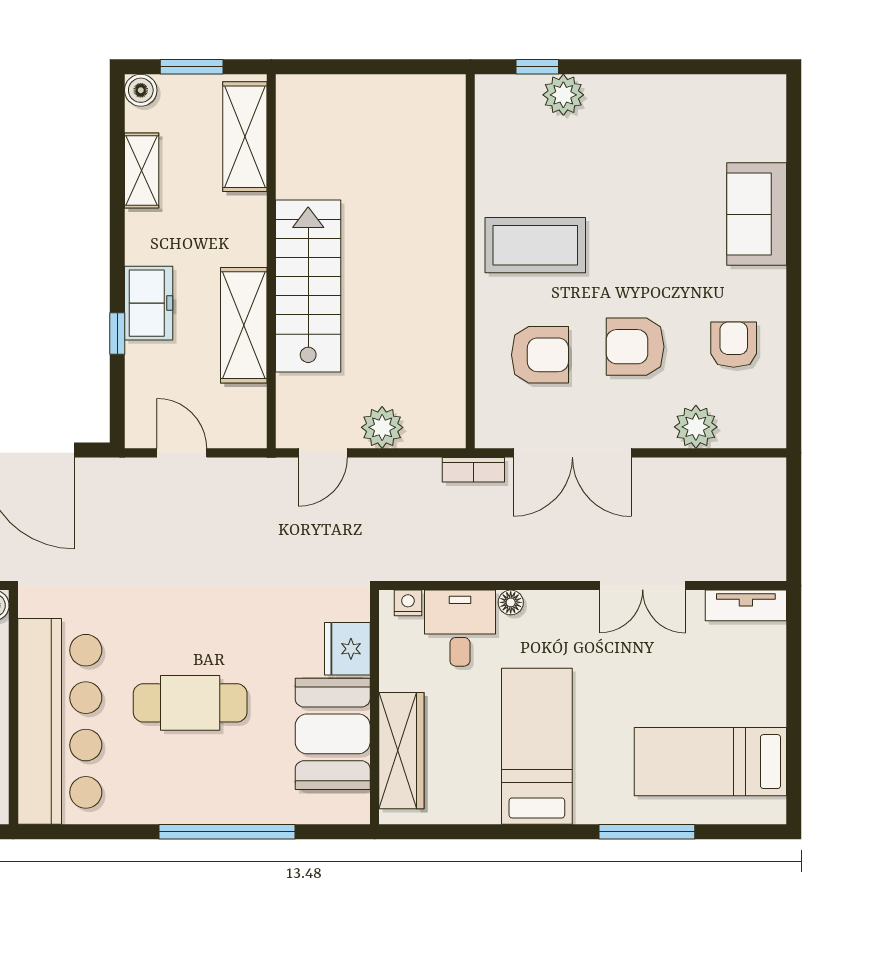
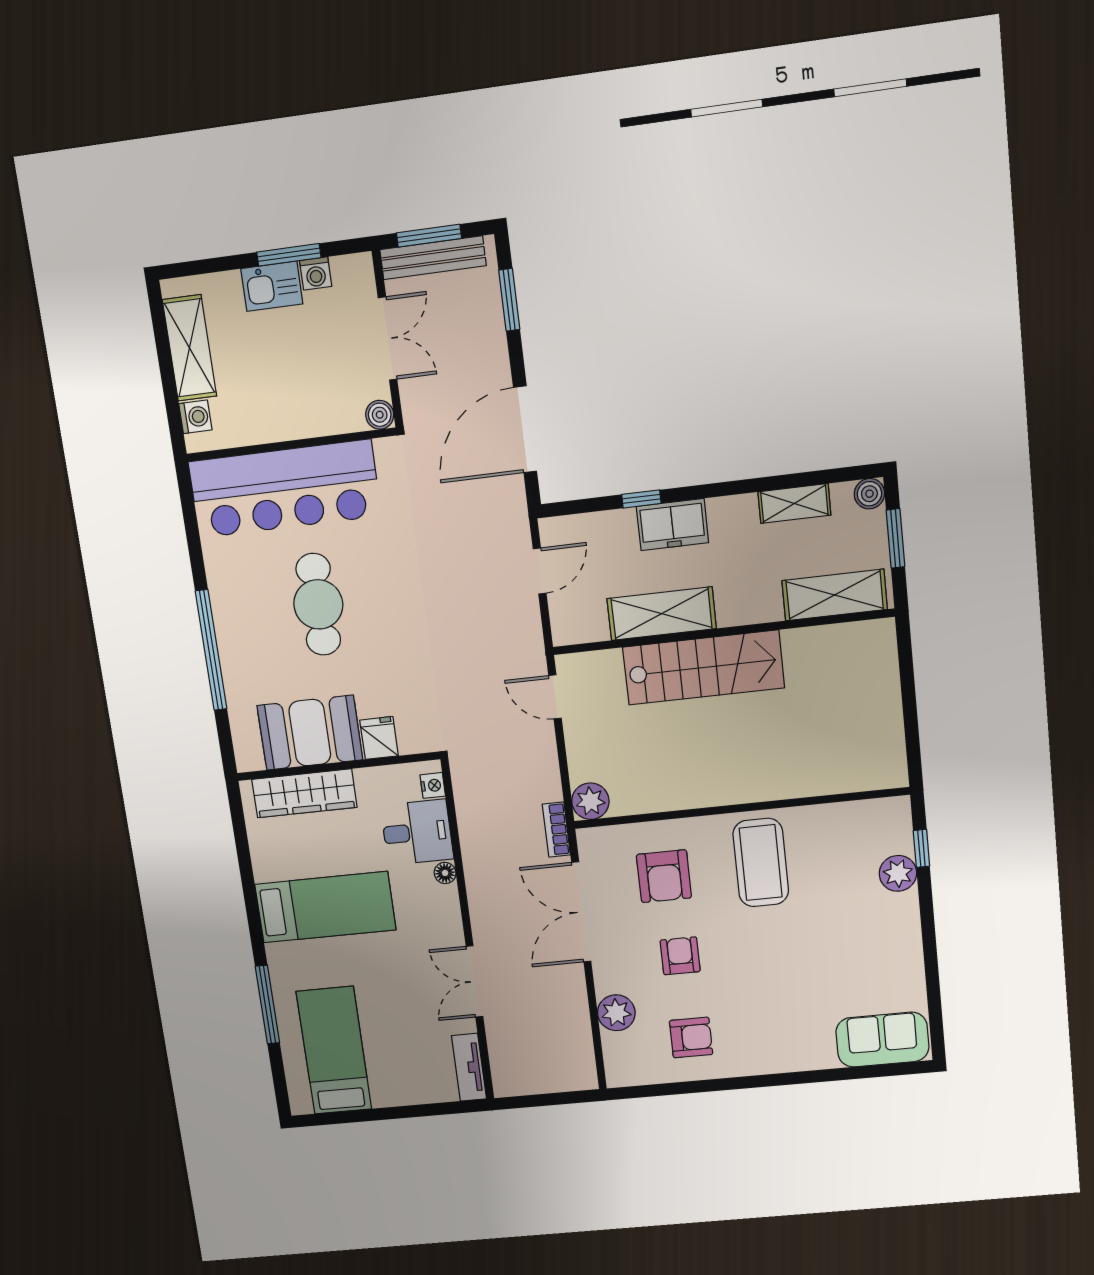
sofa: (757, 214) -> (882, 1040), moved
armchair: (635, 347) -> (680, 956), width x0.72, depth x0.72
plant: (382, 427) -> (590, 801), moved
fridge: (347, 649) -> (379, 738), width x0.72

